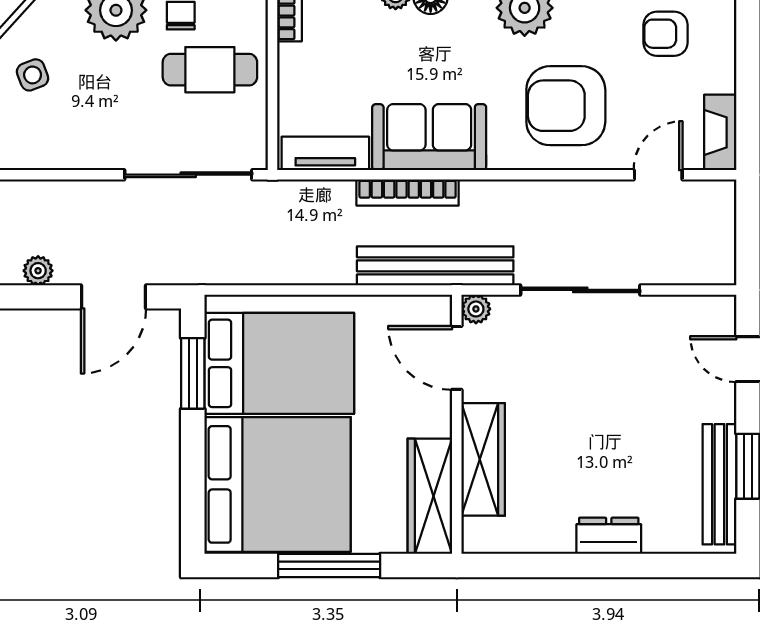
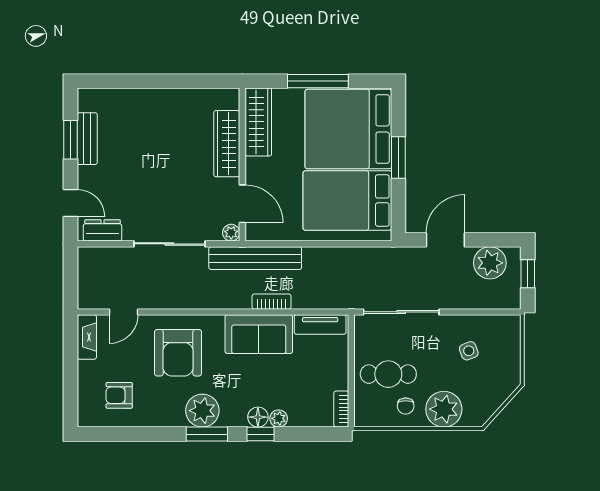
armchair: (666, 34) -> (119, 395), turned 180
side table: (33, 75) -> (469, 351), moved
armchair: (566, 106) -> (178, 353), turned 90
bookcase: (408, 192) -> (272, 302), width x0.64
plant: (38, 271) -> (490, 263), width x1.88, depth x1.88
window: (193, 373) -> (398, 158), moved
bench: (719, 484) -> (87, 139), width x0.73
dresser: (609, 536) -> (103, 230), moved, turned 180

